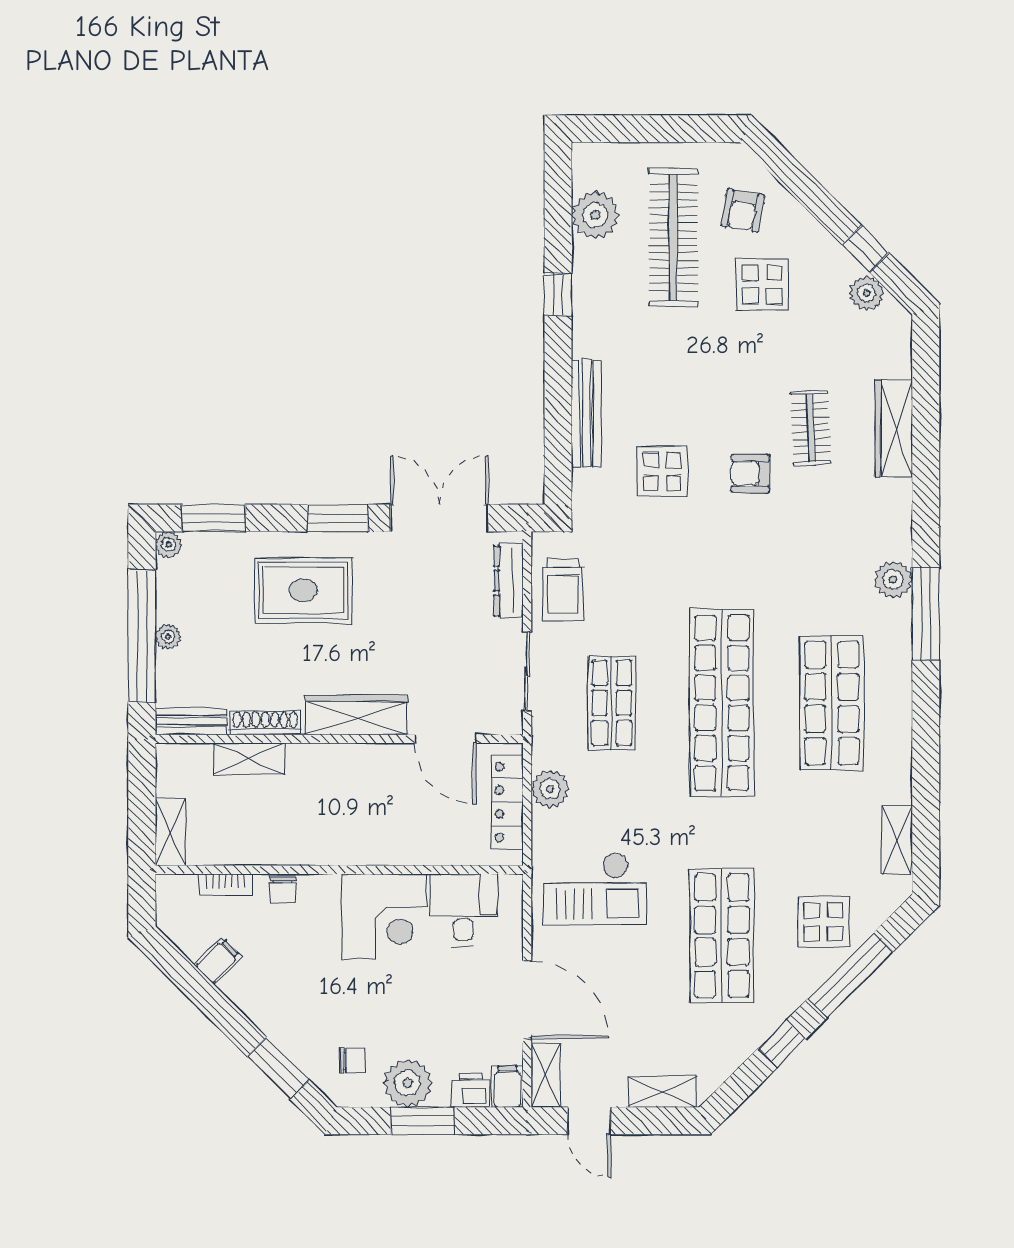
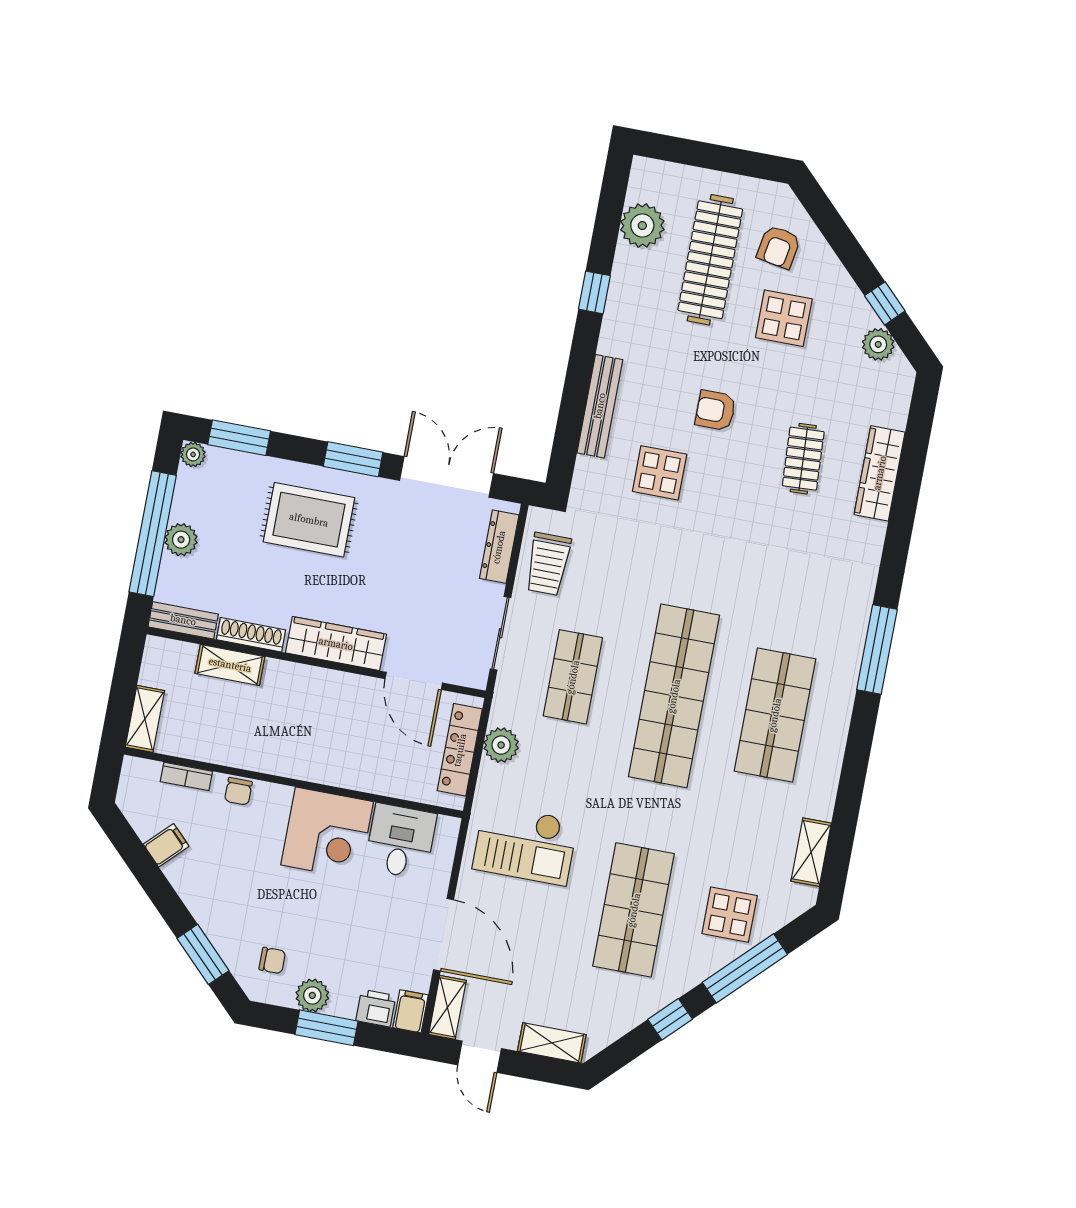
armchair: (750, 474) -> (715, 410), moved
plant: (893, 580) -> (853, 612), removed
plant: (168, 637) -> (181, 540), width x1.38, depth x1.38
plant: (408, 1083) -> (312, 995), width x0.73, depth x0.73

